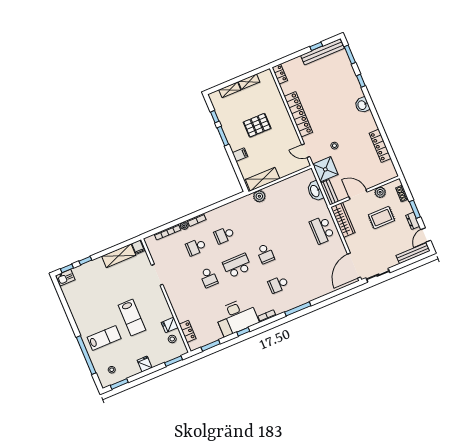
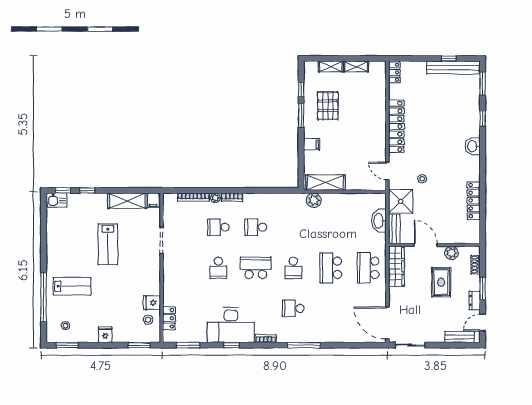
pallet: (257, 125) -> (328, 106), moved, turned 90
rug: (382, 218) -> (441, 282), turned 90
school desk: (294, 242) -> (331, 268), added
bench: (413, 253) -> (460, 337), width x0.73
door: (354, 266) -> (387, 323), hinge flipped
lab bench: (132, 318) -> (108, 244), moved

